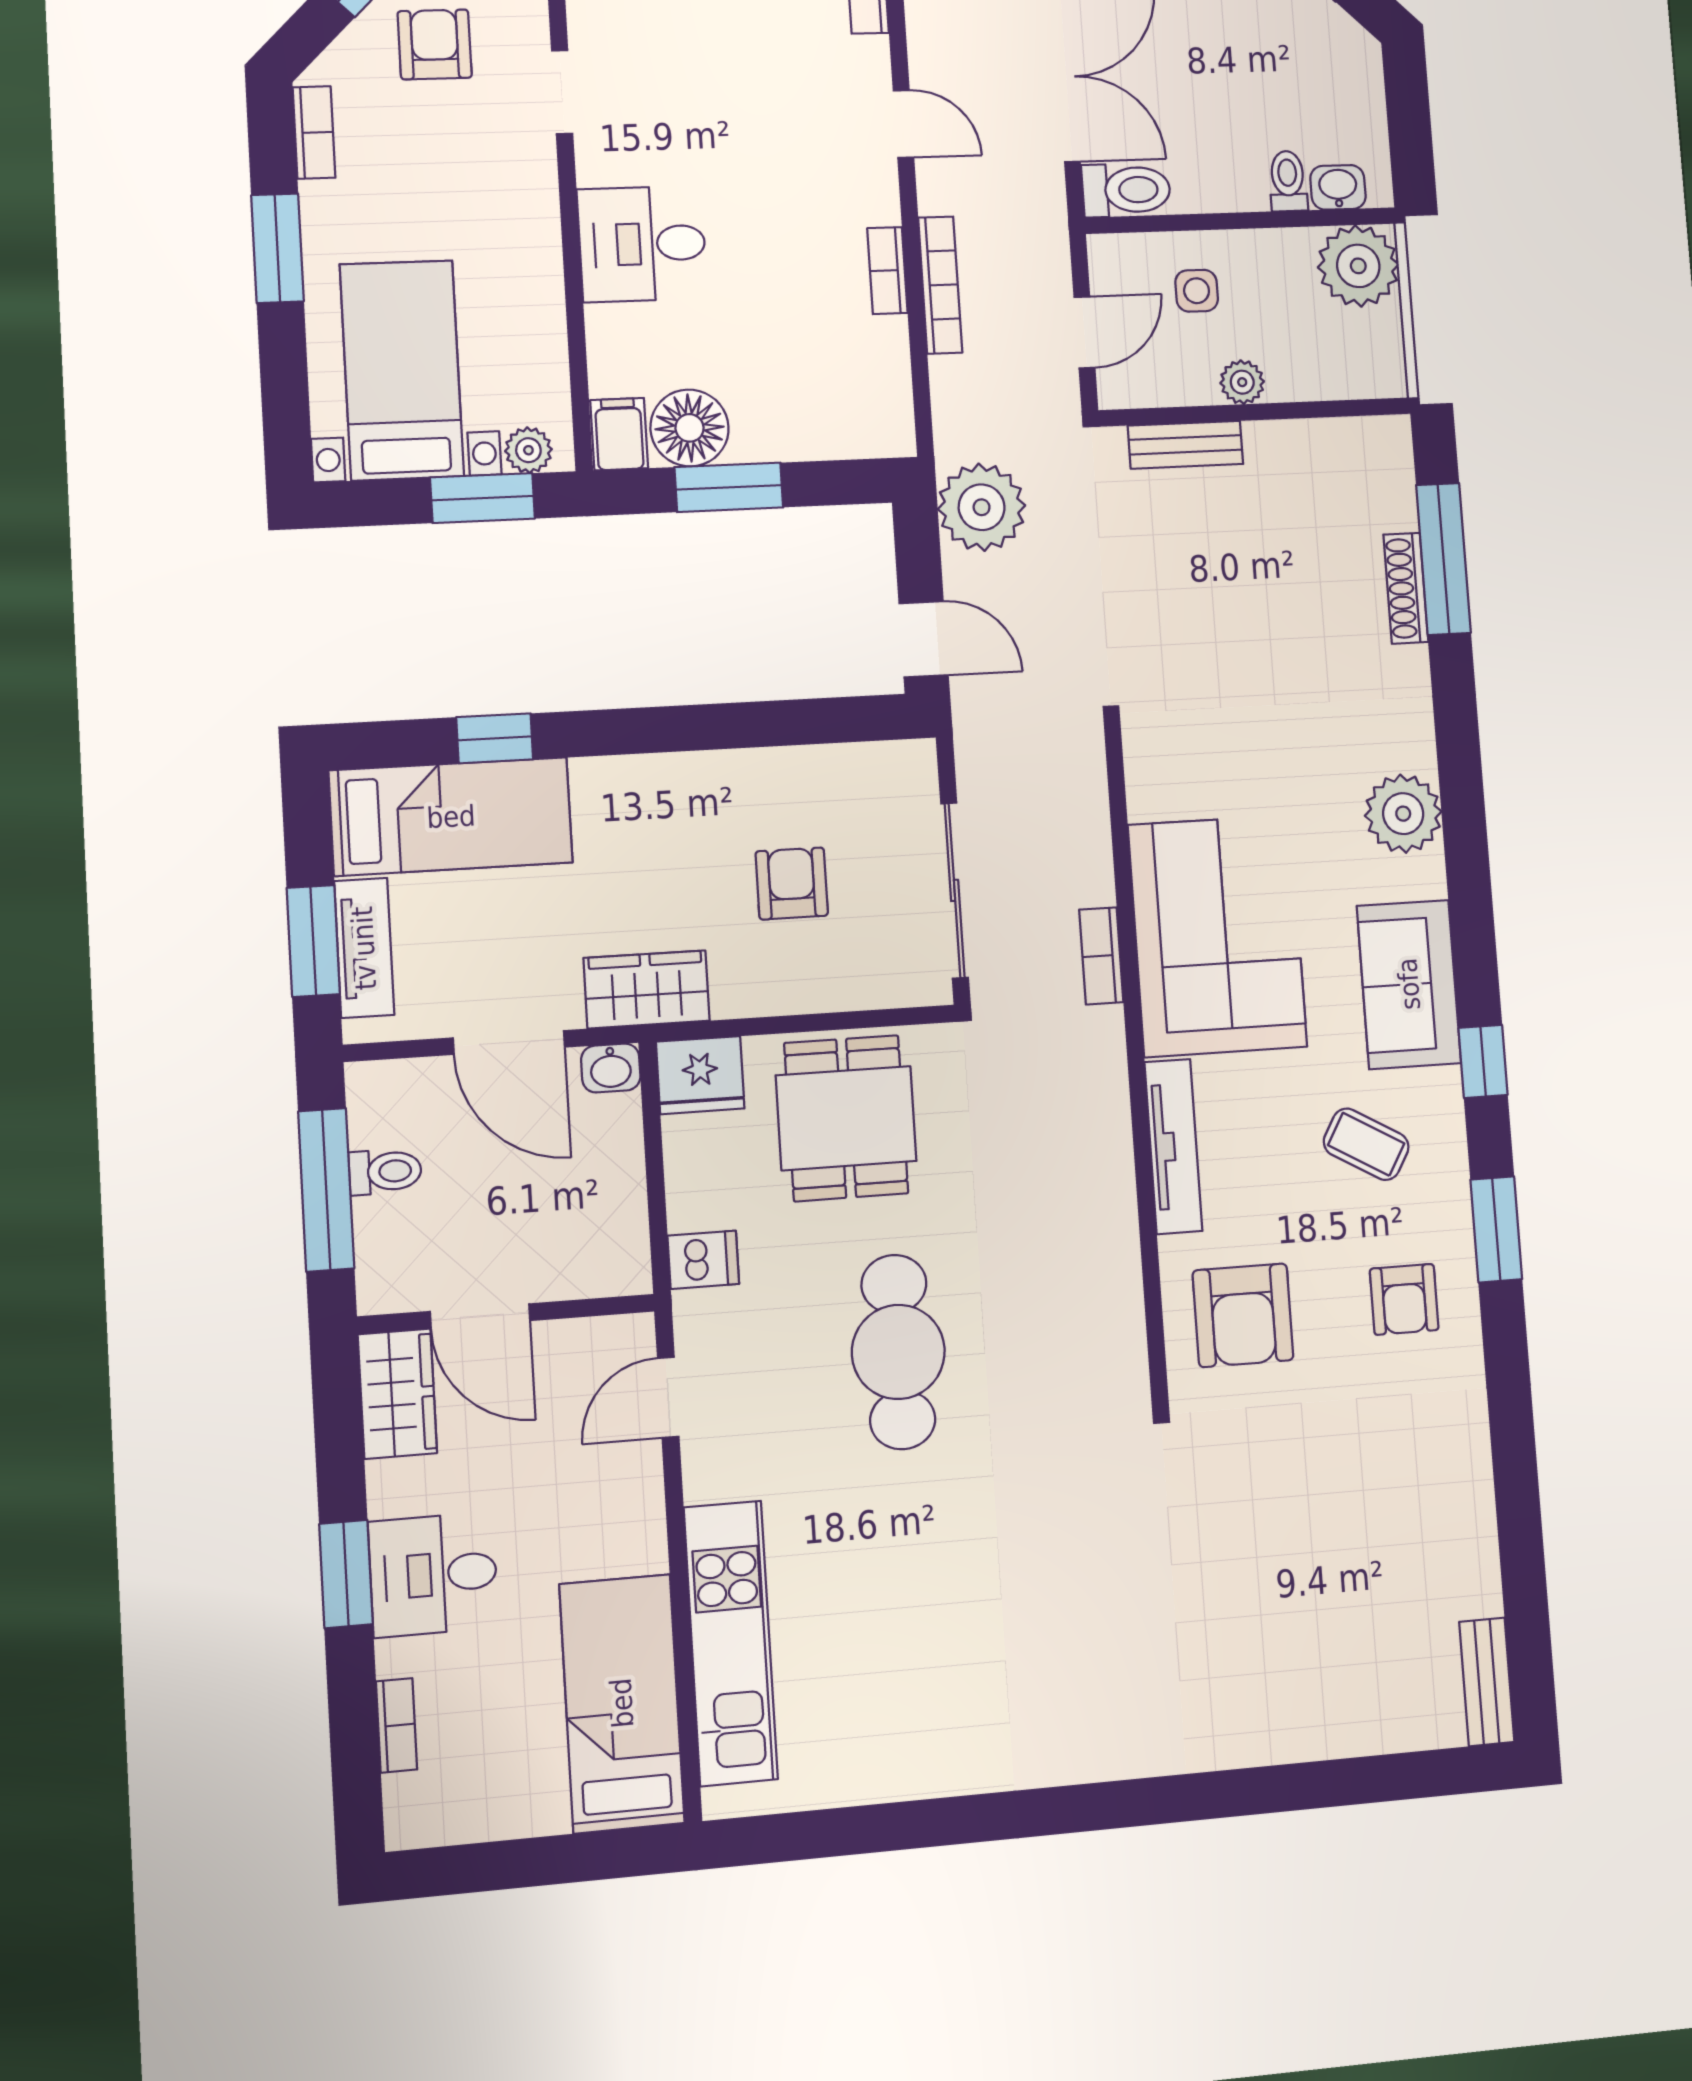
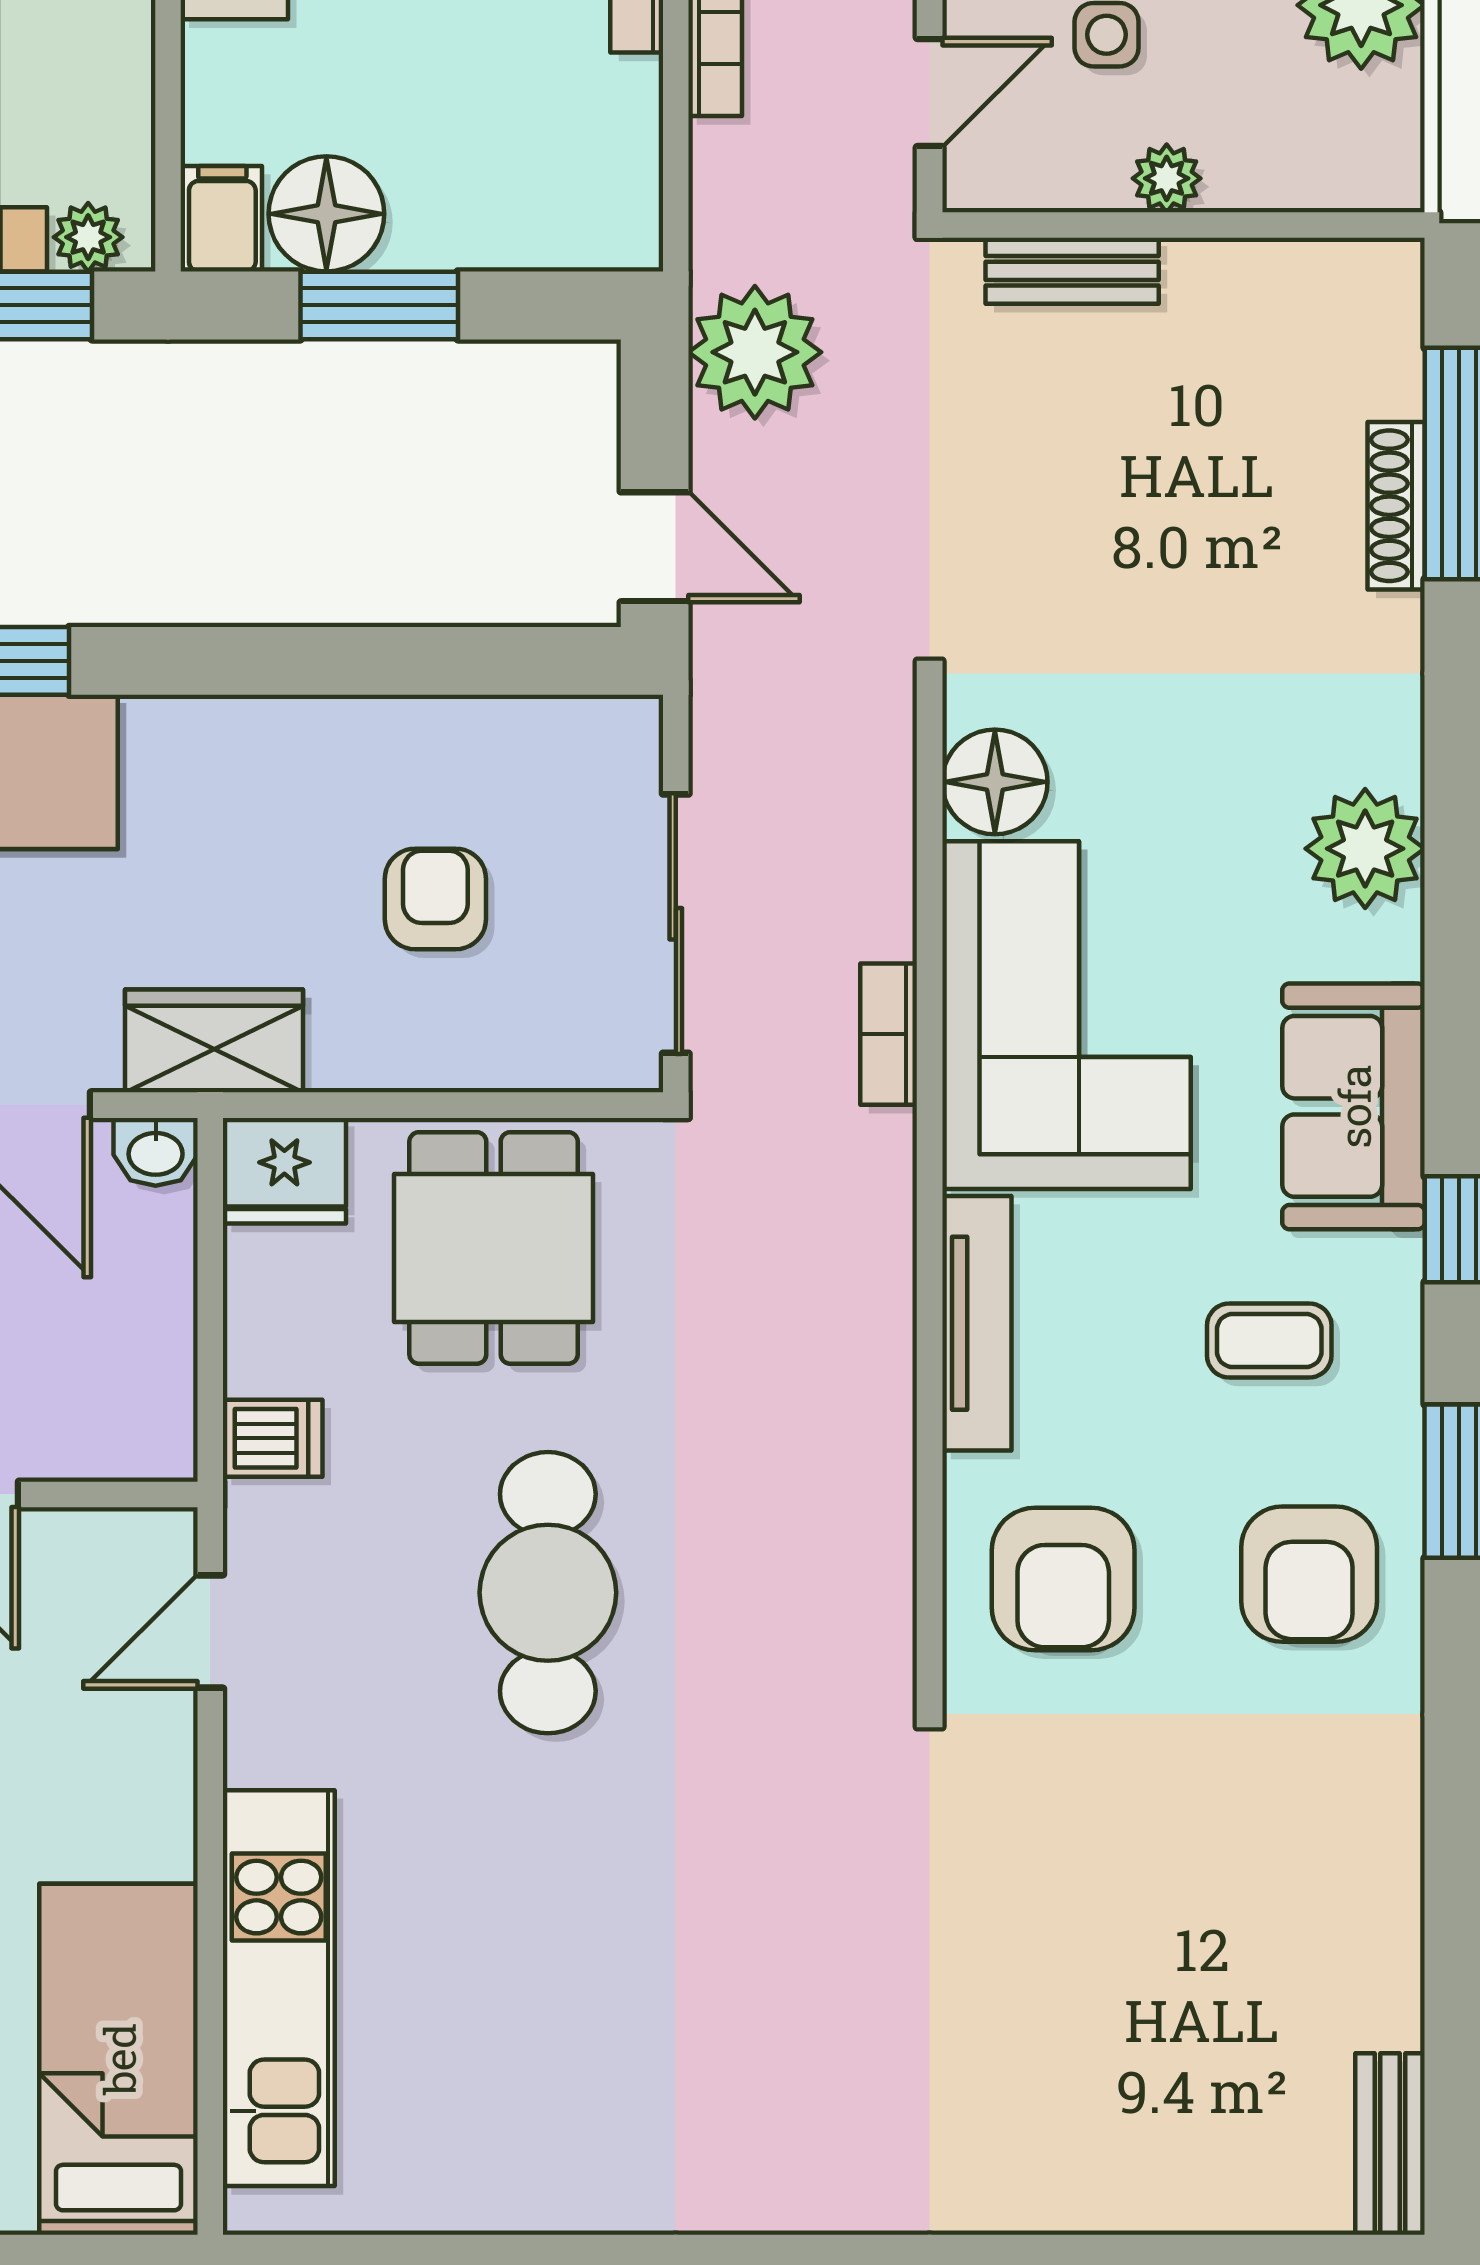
floor lamp: (1159, 783) -> (995, 782), added
coffee table: (1366, 1144) -> (1269, 1341), turned -30
armchair: (1404, 1299) -> (1309, 1574), width x1.38, depth x1.38

